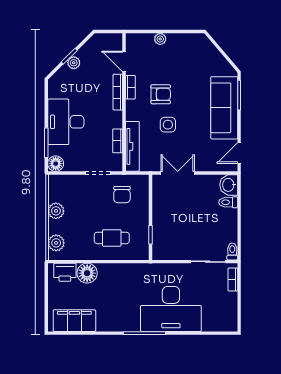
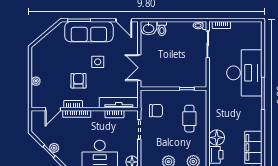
side table: (168, 125) -> (98, 62), moved

